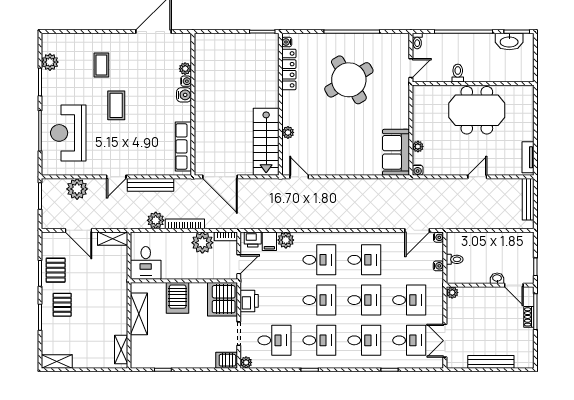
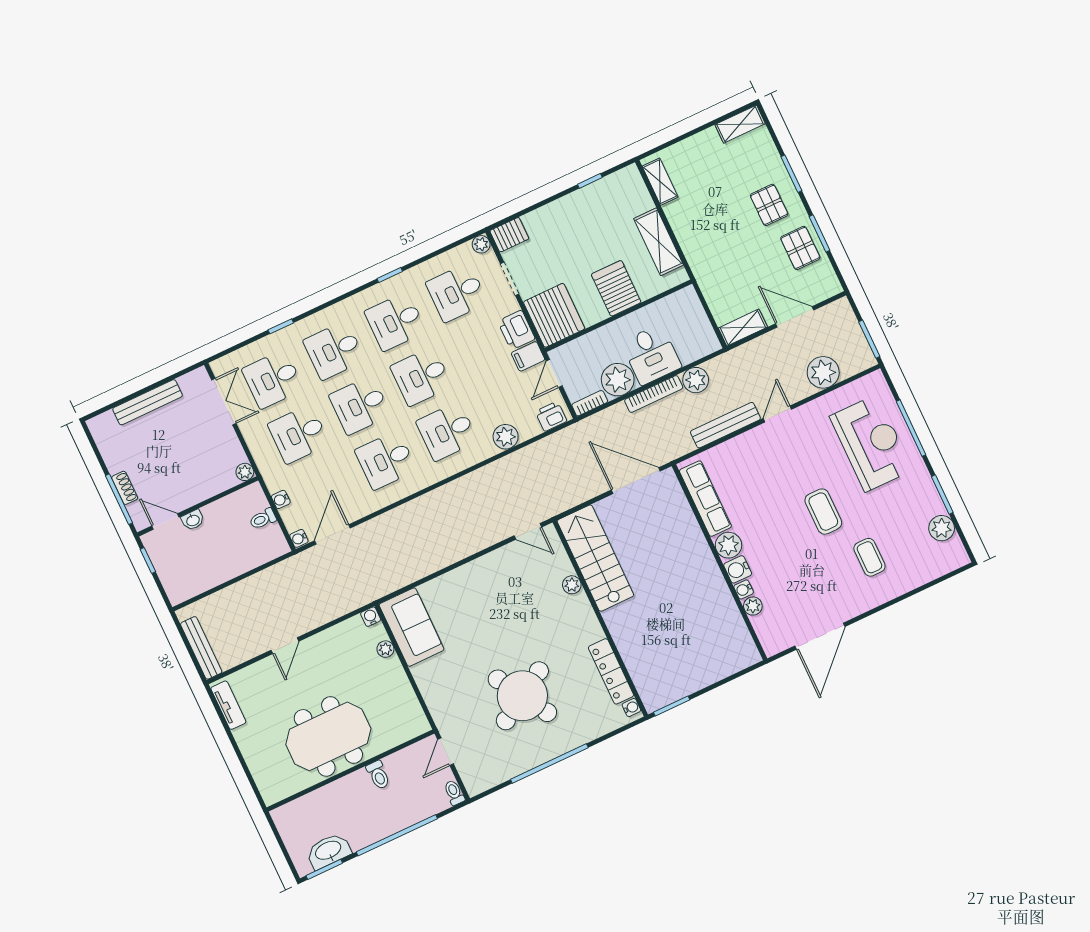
plant: (183, 112) -> (728, 545), added
filing cabinet: (269, 241) -> (528, 356), moved, turned -90
desk: (146, 263) -> (651, 355), moved, turned 180

